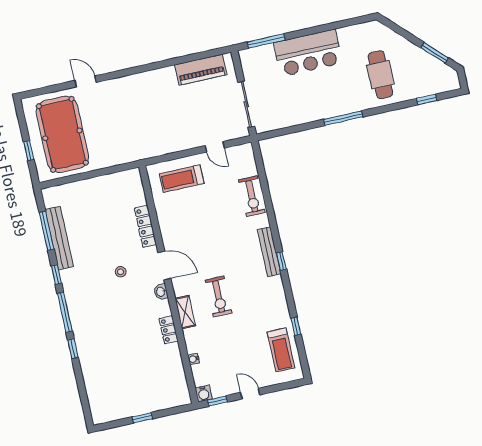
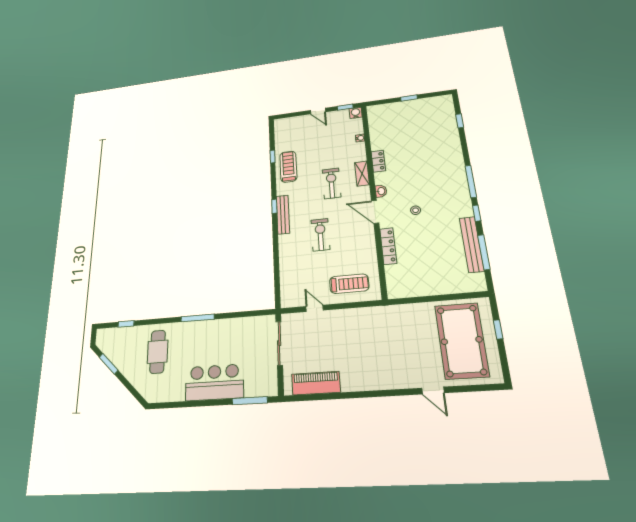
exercise bike: (252, 196) -> (320, 235), moved
window: (73, 349) -> (460, 121), moved
treadmill: (281, 350) -> (288, 167), moved

